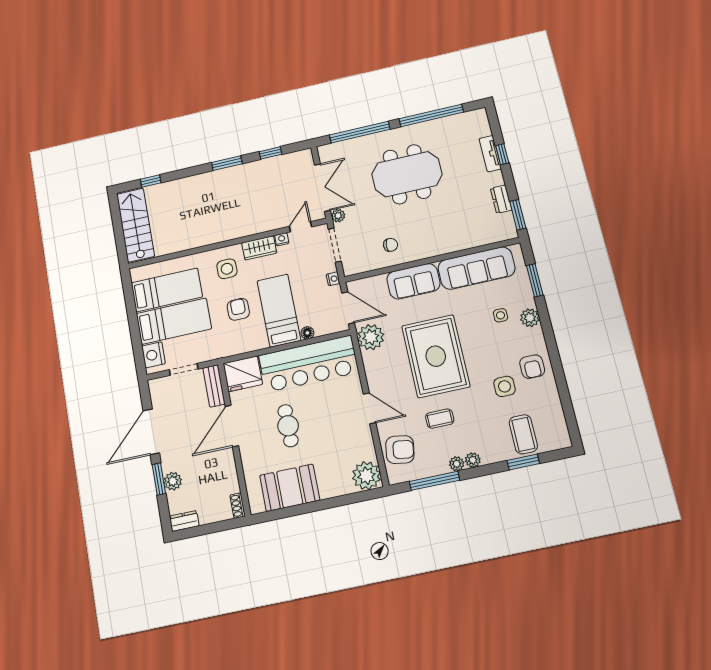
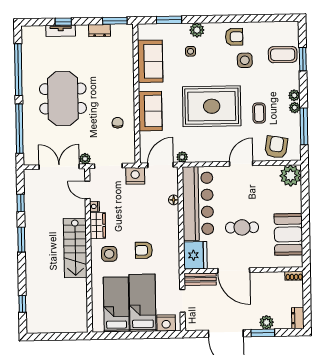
stairs: (136, 225) -> (75, 248), moved, turned -90
sofa: (476, 268) -> (150, 61), width x0.73
nightstand: (333, 279) -> (135, 176), width x1.89, depth x1.79
bed: (279, 310) -> (151, 219), removed
plant: (371, 337) -> (182, 157), width x0.53, depth x0.53

